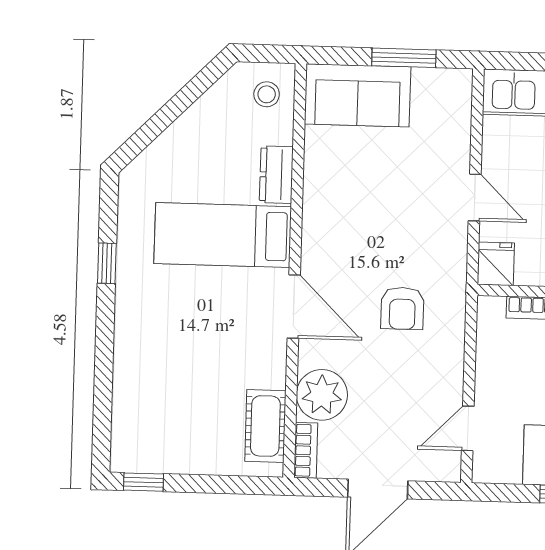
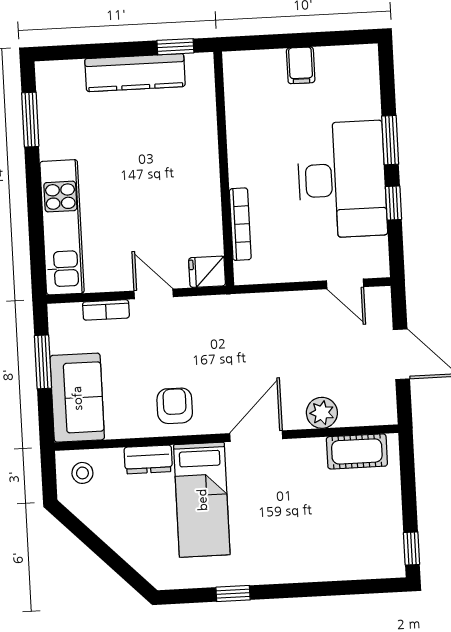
door: (475, 198) -> (154, 294), hinge flipped
armchair: (402, 308) -> (175, 406), moved, turned -90
plant: (322, 395) -> (322, 413), width x0.73, depth x0.73
bookcase: (306, 450) -> (106, 310), moved, turned 180

